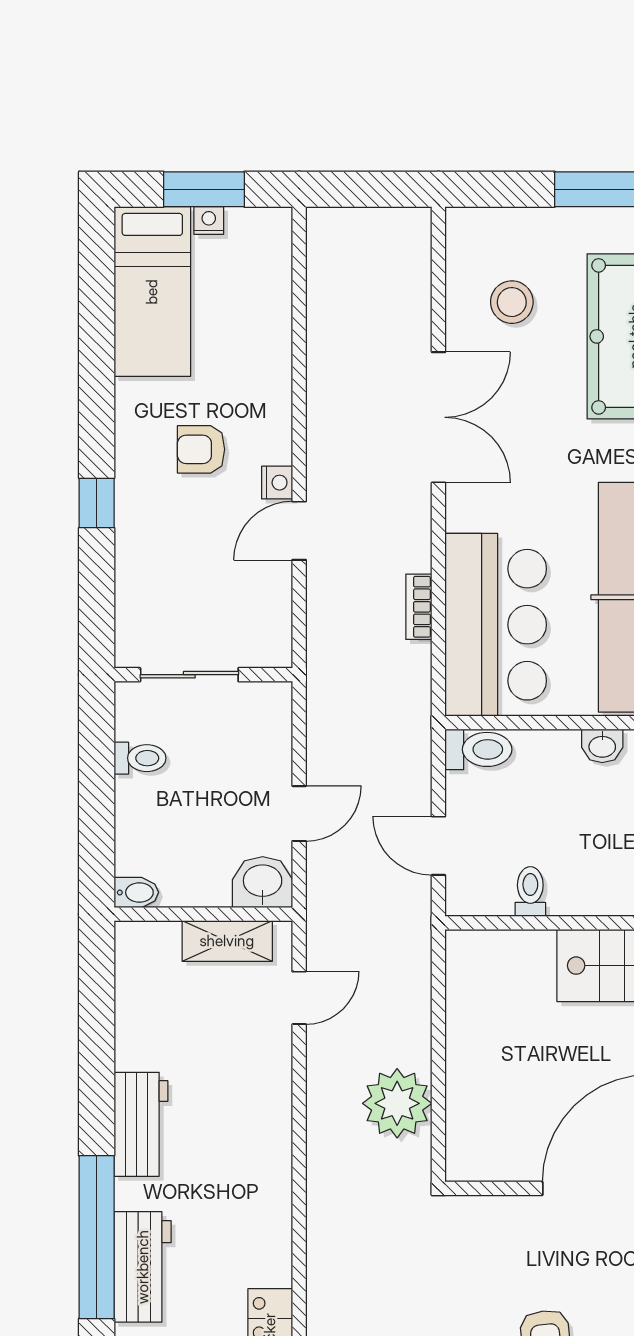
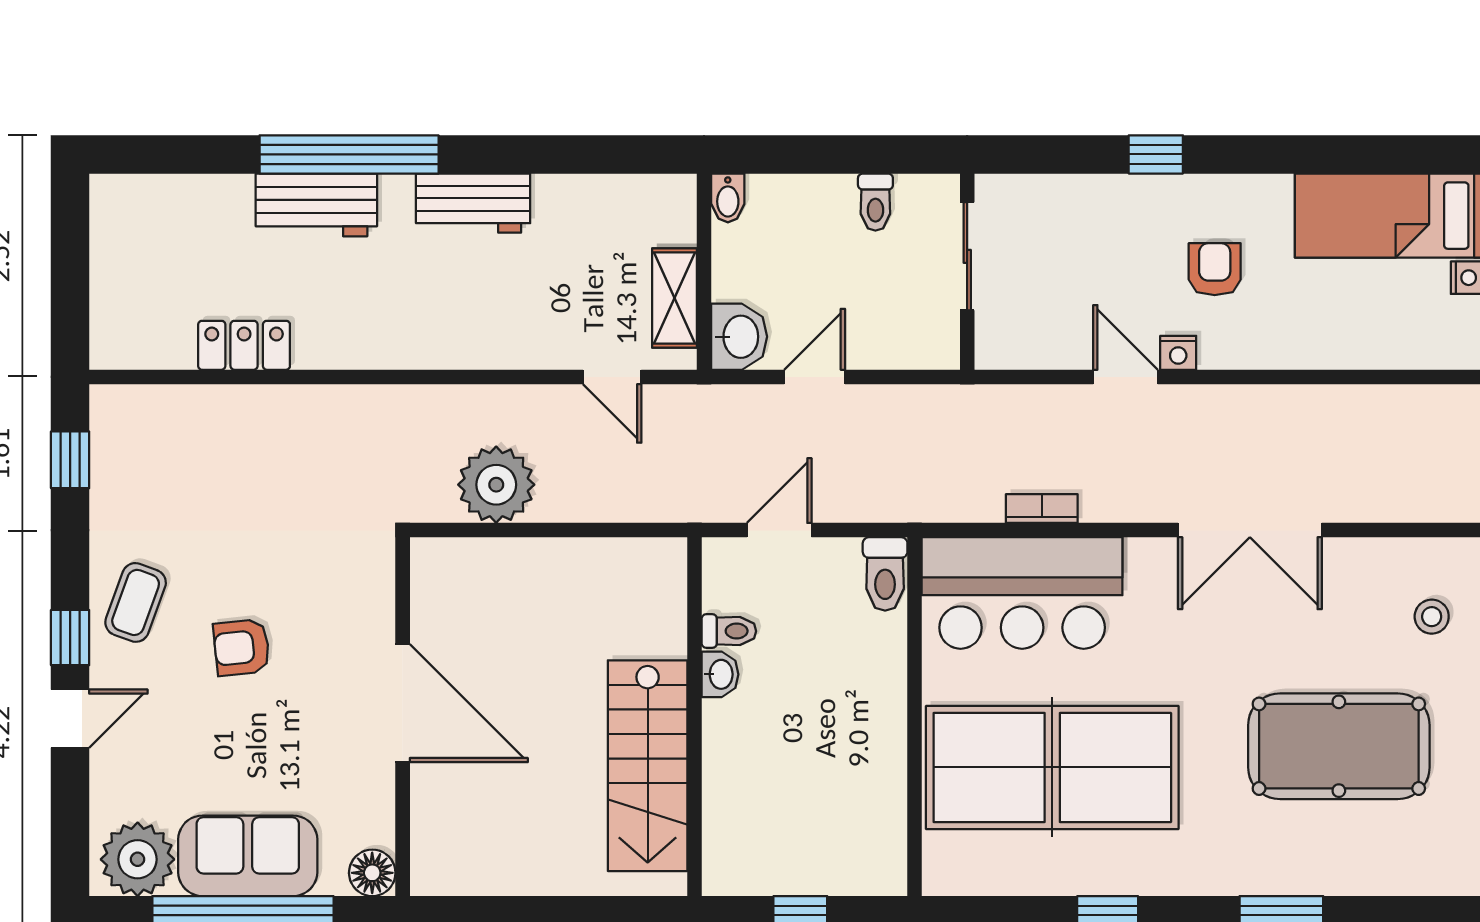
stool: (512, 302) -> (1432, 617), moved, width x0.73, depth x0.73
washbasin: (602, 746) -> (720, 674), moved, turned 180
door: (299, 814) -> (815, 377), swing flipped

